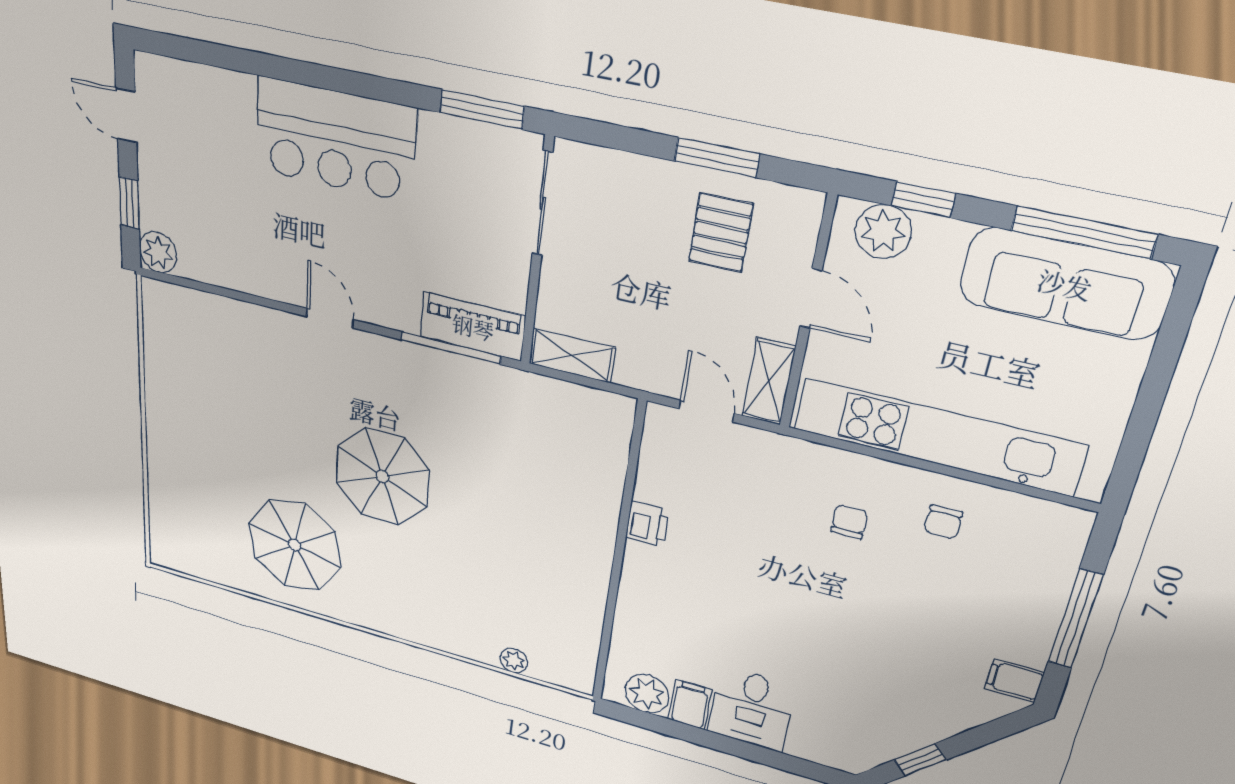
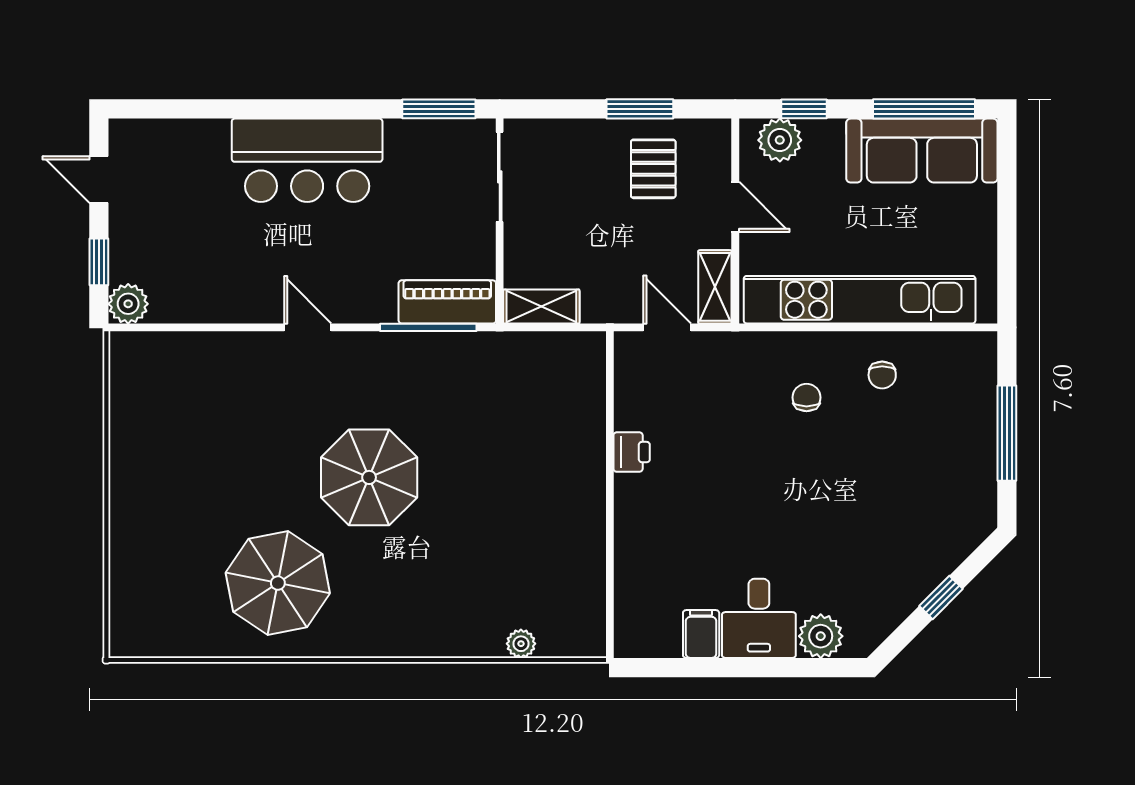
filing cabinet: (1014, 681) -> (976, 509), removed
plant: (647, 694) -> (821, 636), moved
window: (920, 760) -> (941, 597), moved

